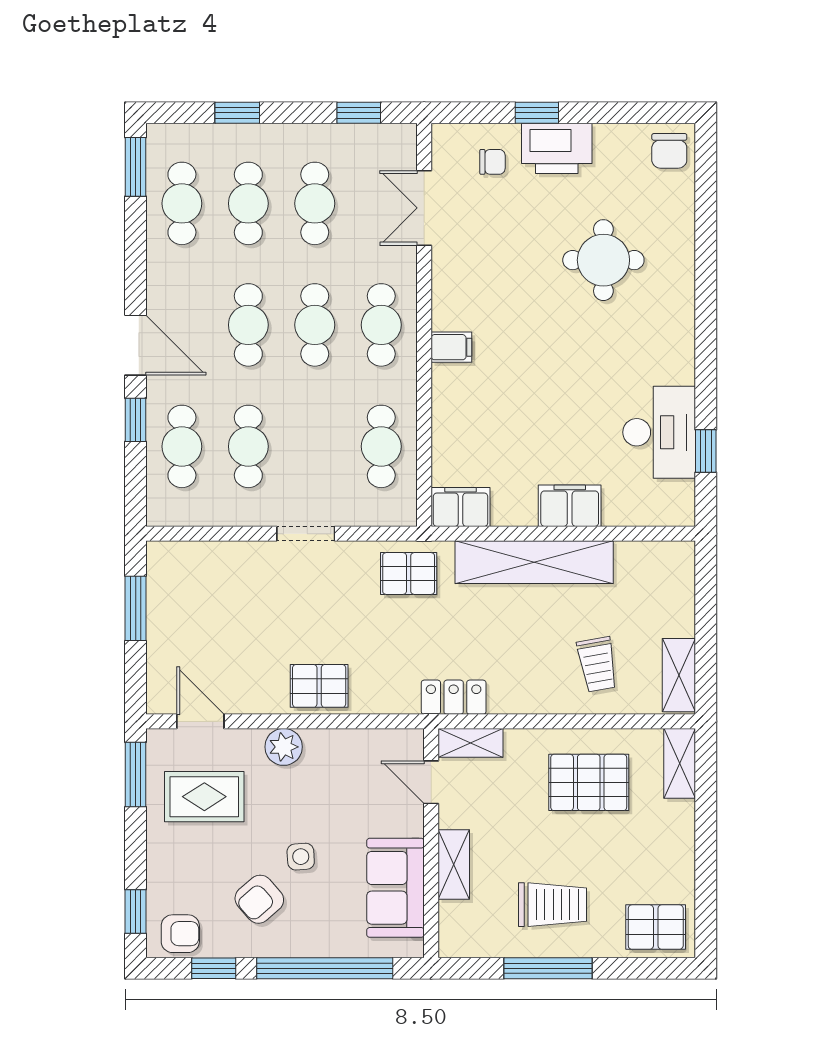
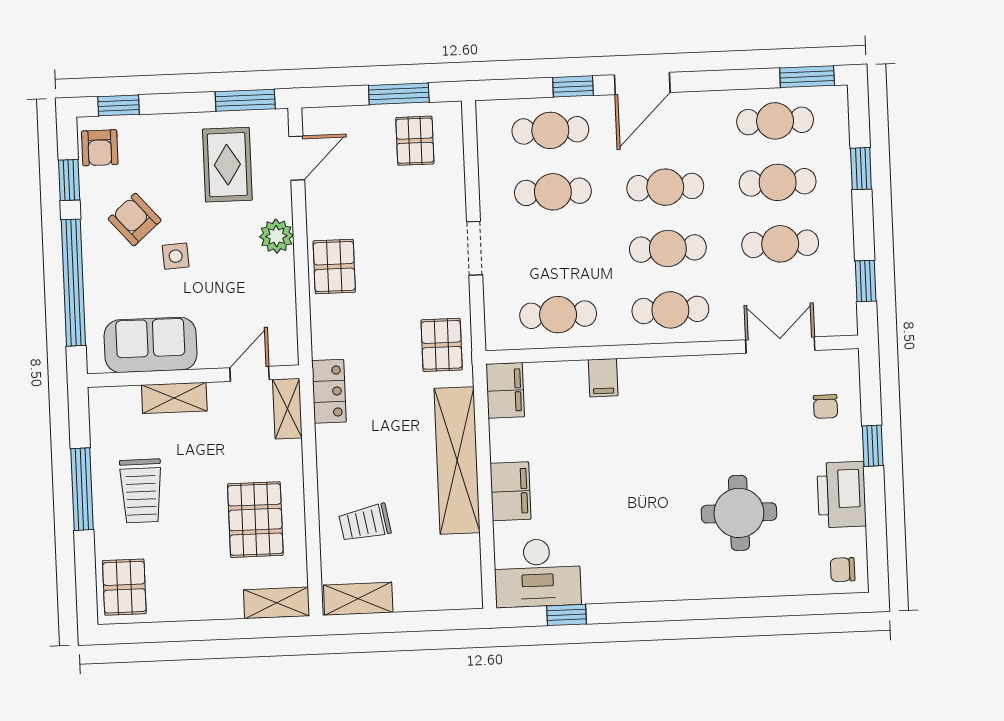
printer: (557, 148) -> (842, 495), moved
chair: (669, 151) -> (843, 570), width x0.73, depth x0.73
filing cabinet: (451, 347) -> (603, 378), moved
desk: (659, 432) -> (537, 573), moved
pallet: (187, 593) -> (415, 141), added

